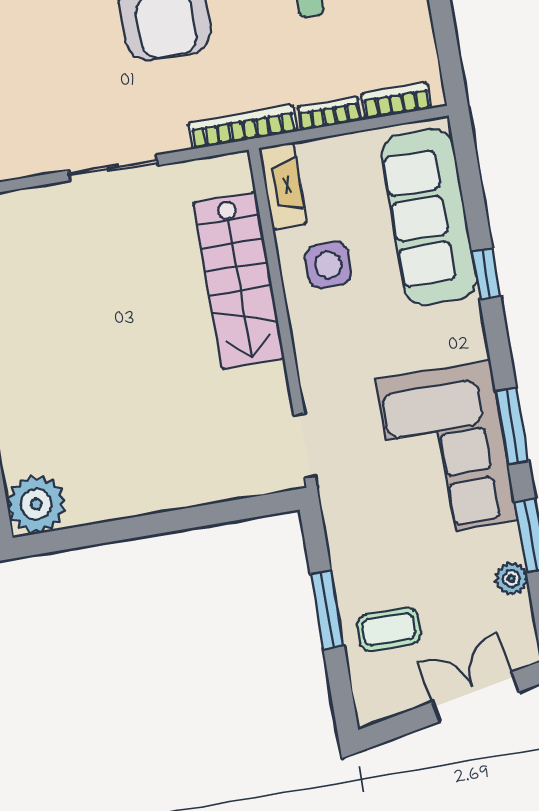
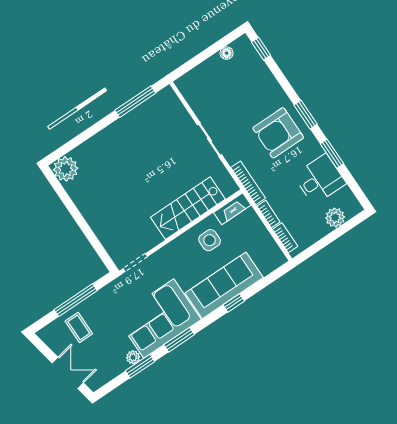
sofa: (429, 217) -> (224, 285), moved
plant: (511, 579) -> (133, 357), moved
window: (327, 610) -> (76, 300), width x1.44

